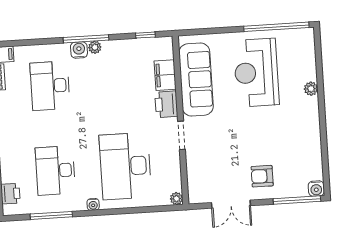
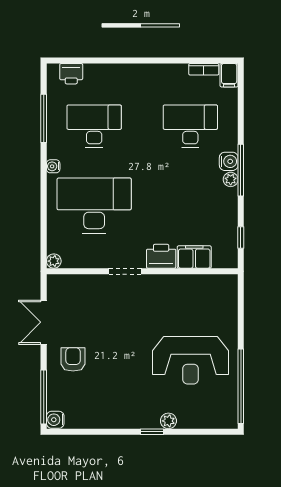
reception desk: (256, 73) -> (191, 360), turned 180
sofa: (196, 80) -> (187, 292), removed
window: (321, 103) -> (152, 432), added

